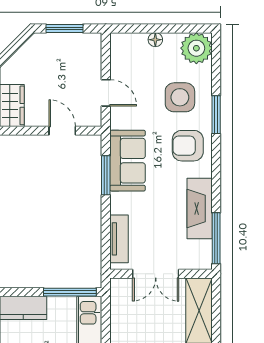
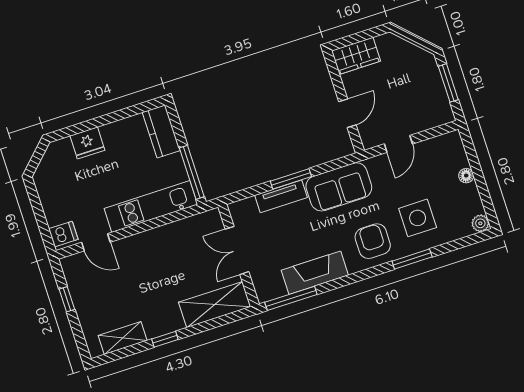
plant: (196, 48) -> (480, 223), width x0.53, depth x0.53
window: (106, 175) -> (291, 179), moved
tv unit: (119, 239) -> (281, 196), moved

